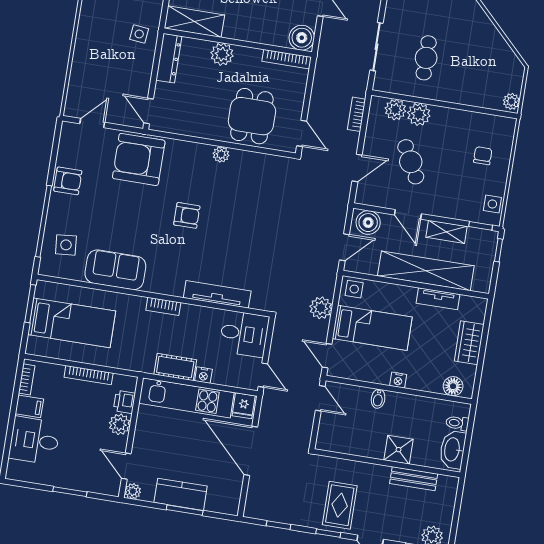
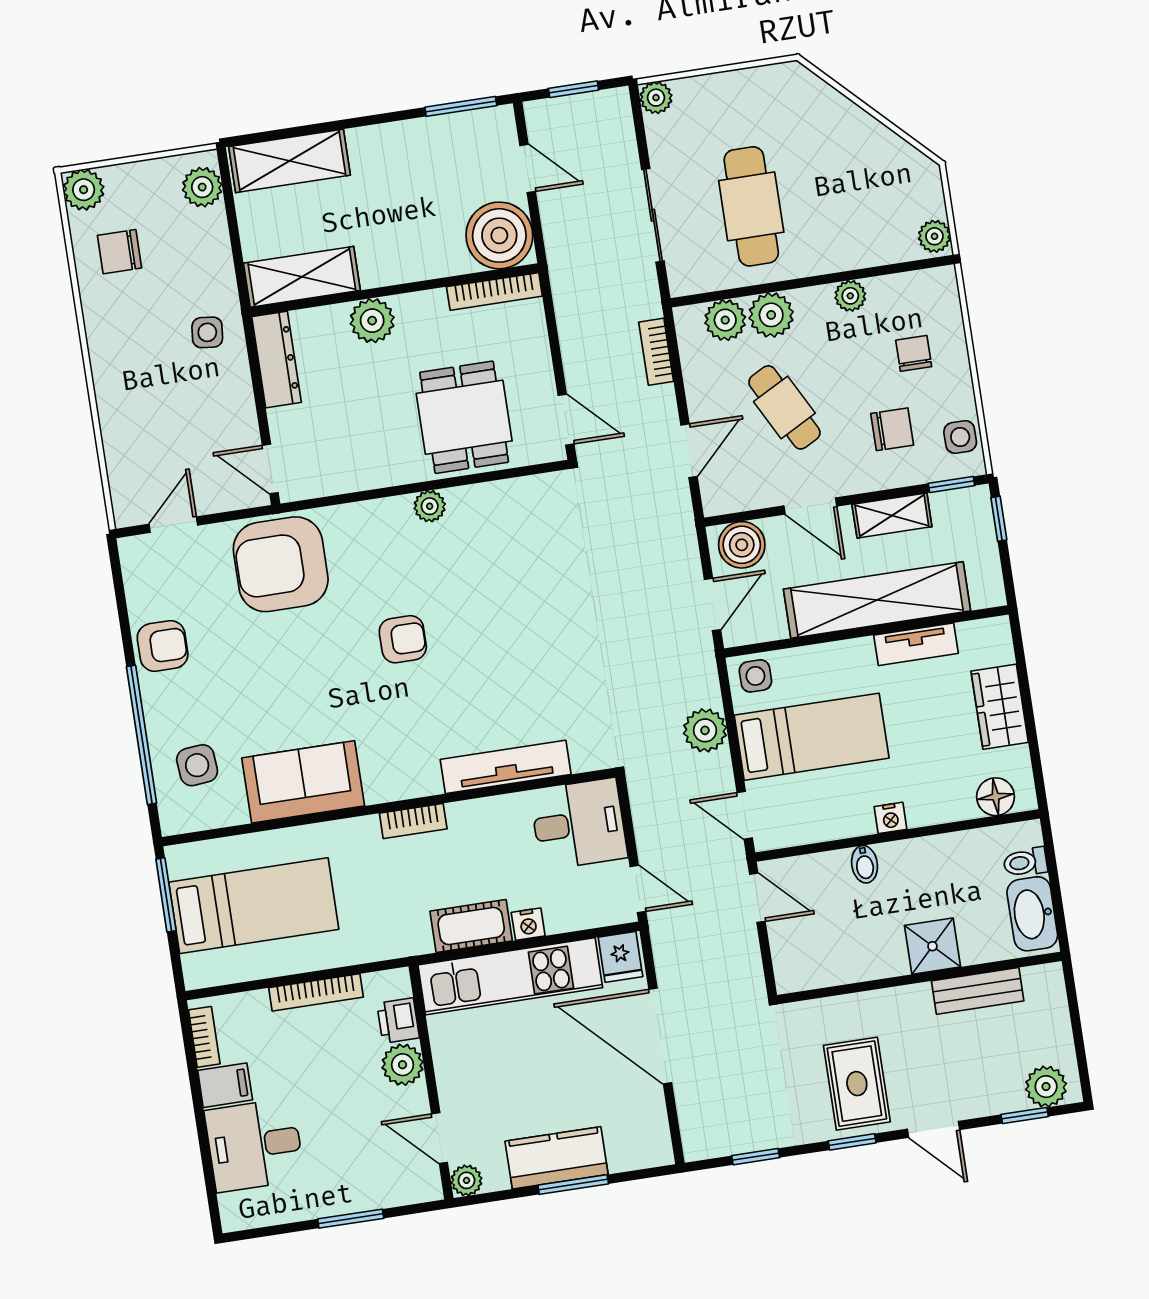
boiler: (302, 38) -> (499, 235), width x1.37, depth x1.37
cafe table: (426, 58) -> (751, 206), width x1.37, depth x1.35
plant: (461, 117) -> (850, 296), added
chair: (460, 190) -> (892, 429), added

